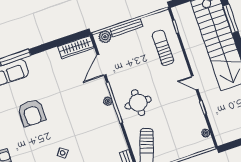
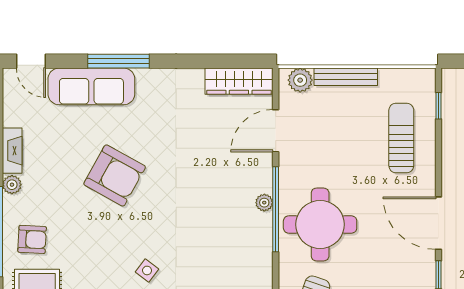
door: (195, 83) -> (438, 223), width x1.88
round table: (138, 103) -> (320, 224), width x1.36, depth x1.36
armchair: (32, 113) -> (115, 175), turned -61

